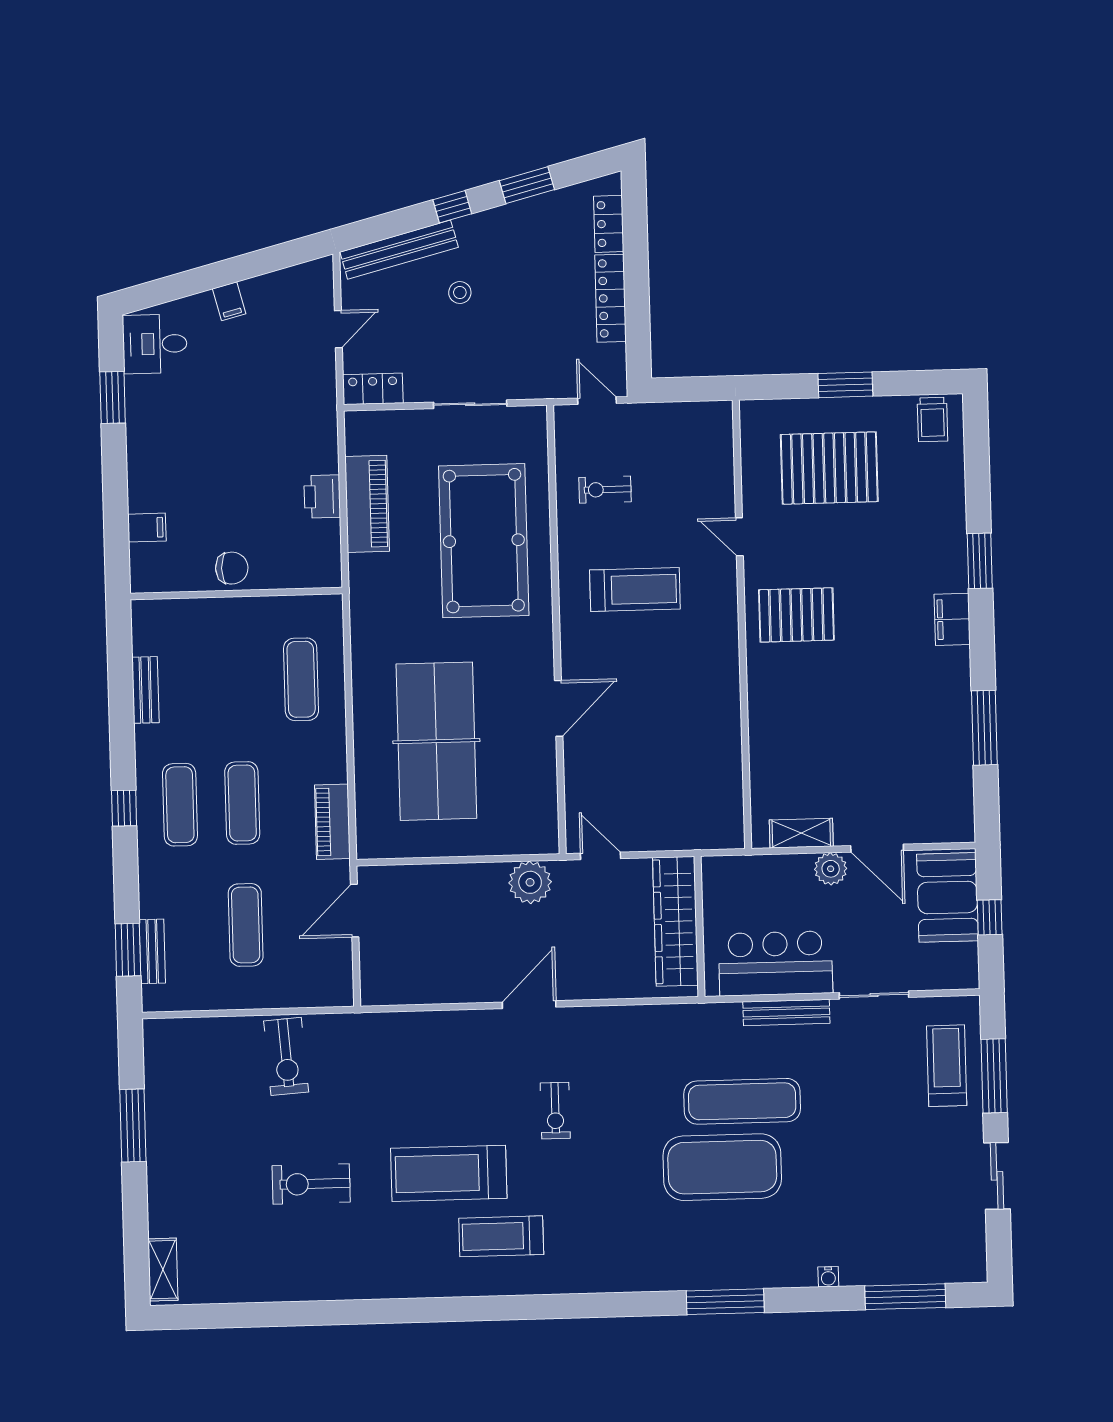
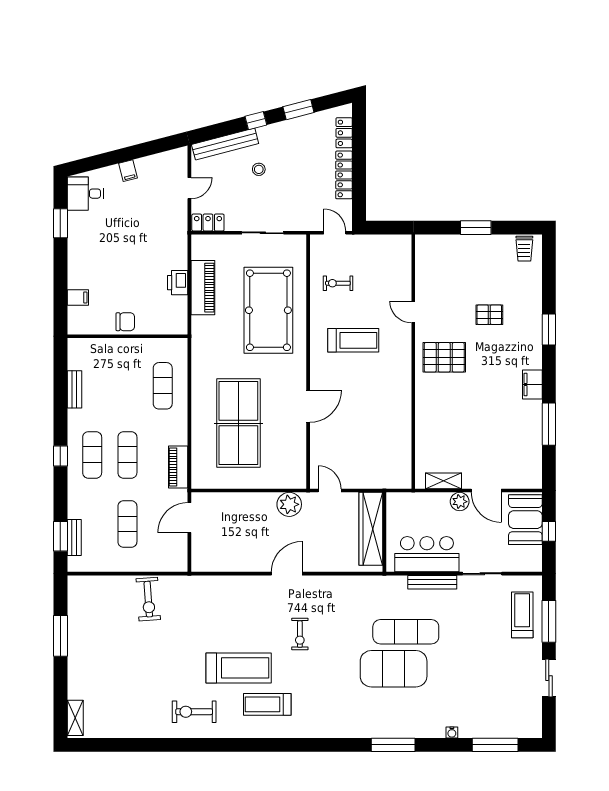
pallet: (829, 468) -> (489, 315), moved, width x0.49, depth x0.50
filing cabinet: (952, 619) -> (532, 385), moved
treadmill: (449, 1173) -> (239, 668), turned 180
exercise bike: (311, 1184) -> (194, 712), moved

